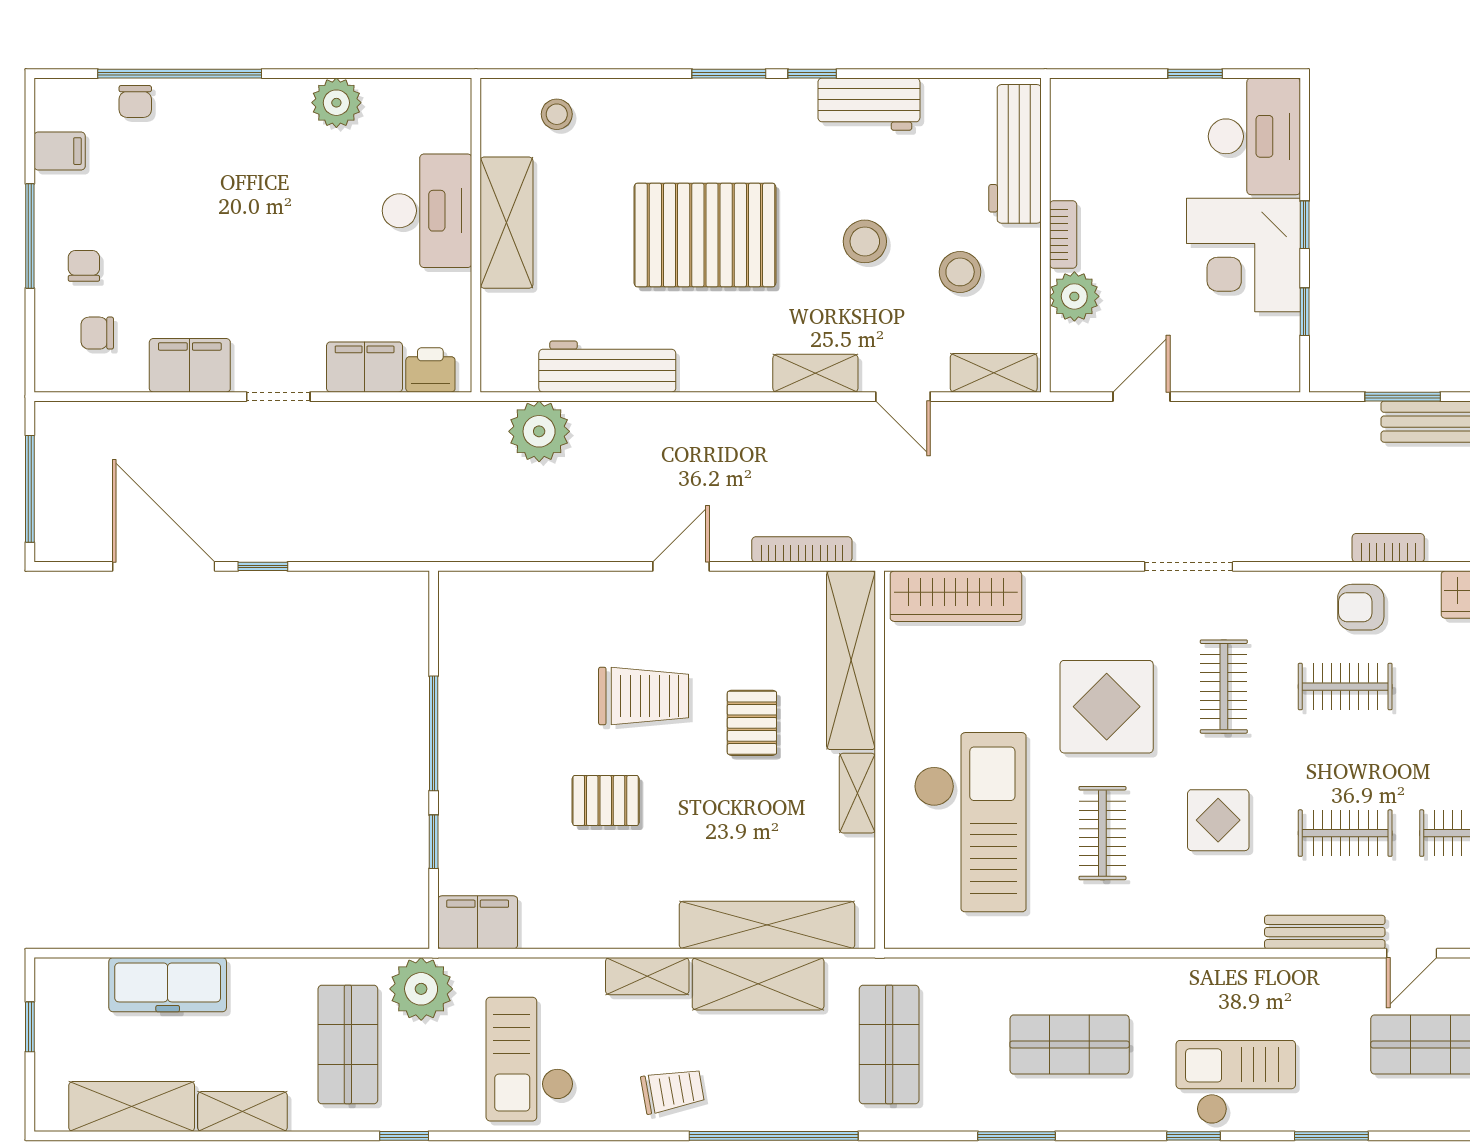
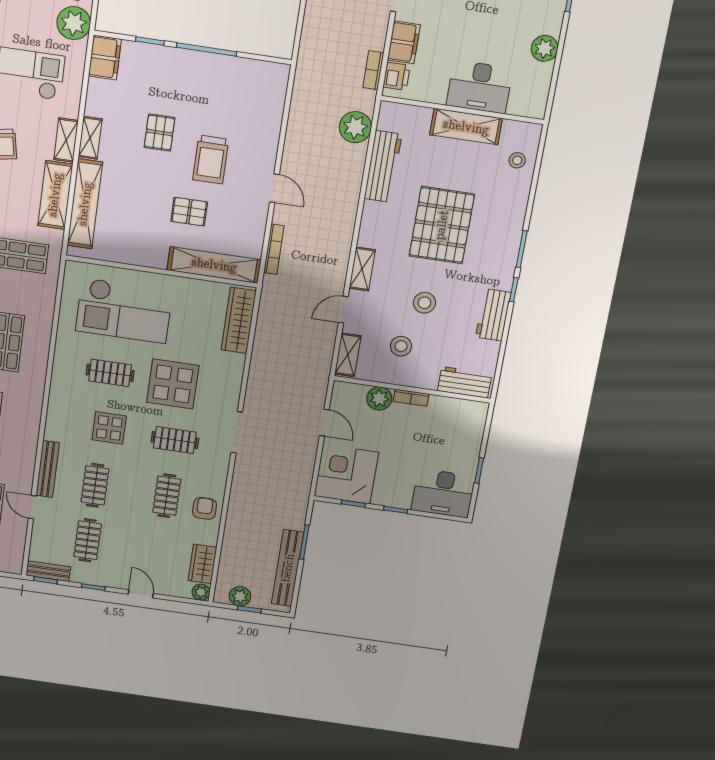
workbench: (1015, 154) -> (465, 382), width x0.73
corner desk: (1244, 255) -> (346, 474), moved
bookcase: (1388, 548) -> (373, 70), moved, turned 180
shelving: (857, 793) -> (90, 138), moved, turned 90

